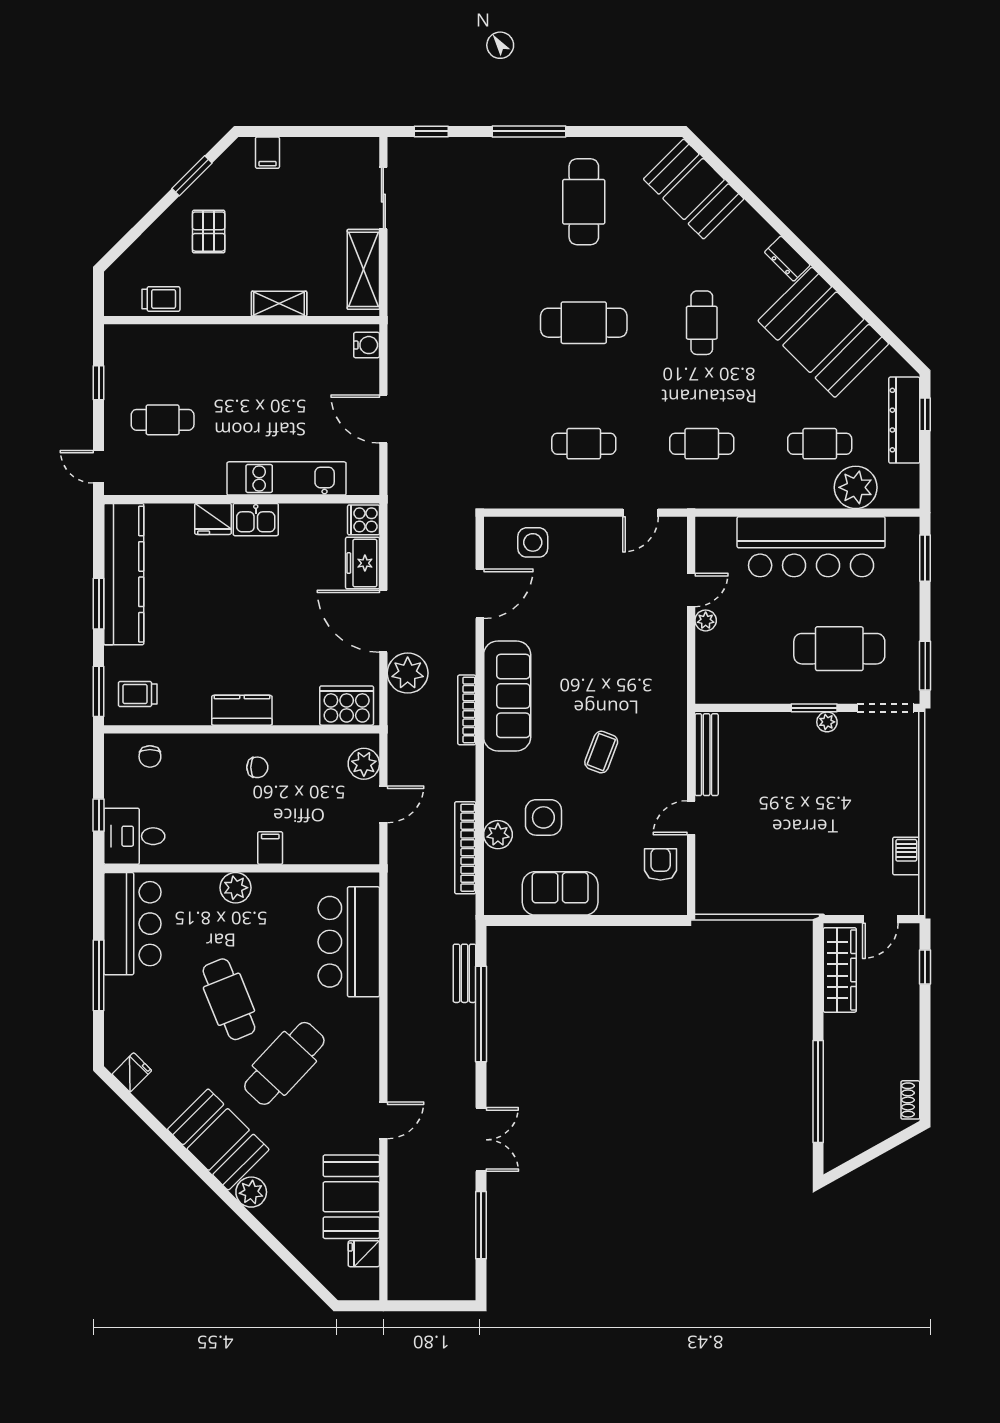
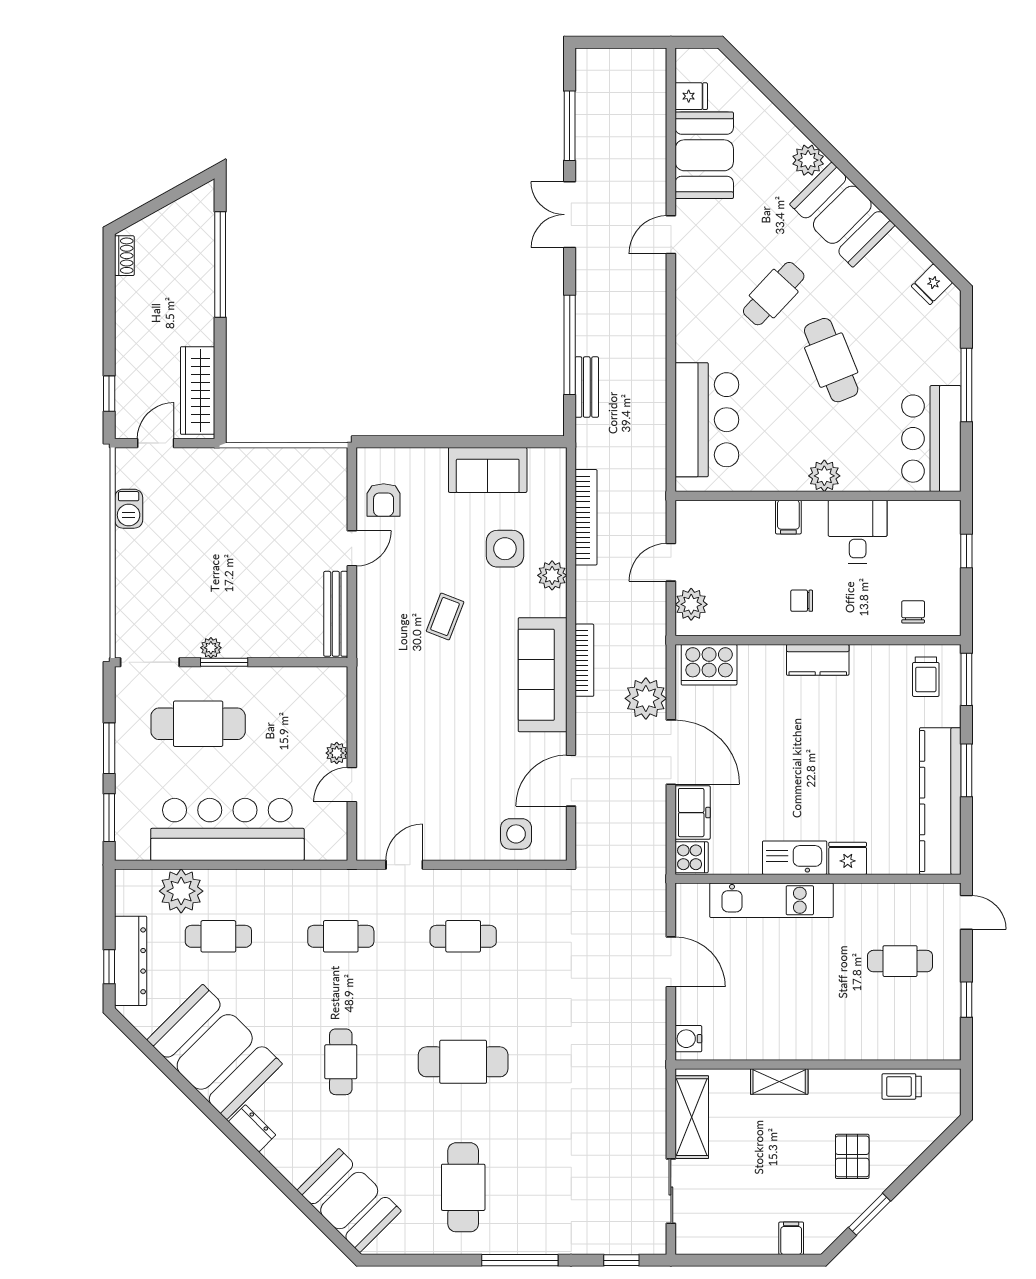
kitchen sink: (256, 520) -> (795, 858), width x1.38
window: (925, 666) -> (109, 748), moved
trolley: (138, 694) -> (926, 677), turned 90
plant: (498, 835) -> (552, 575), moved
desk: (134, 836) -> (858, 532), moved, turned -90
cafe table: (284, 1063) -> (774, 294), width x0.73, depth x0.74

